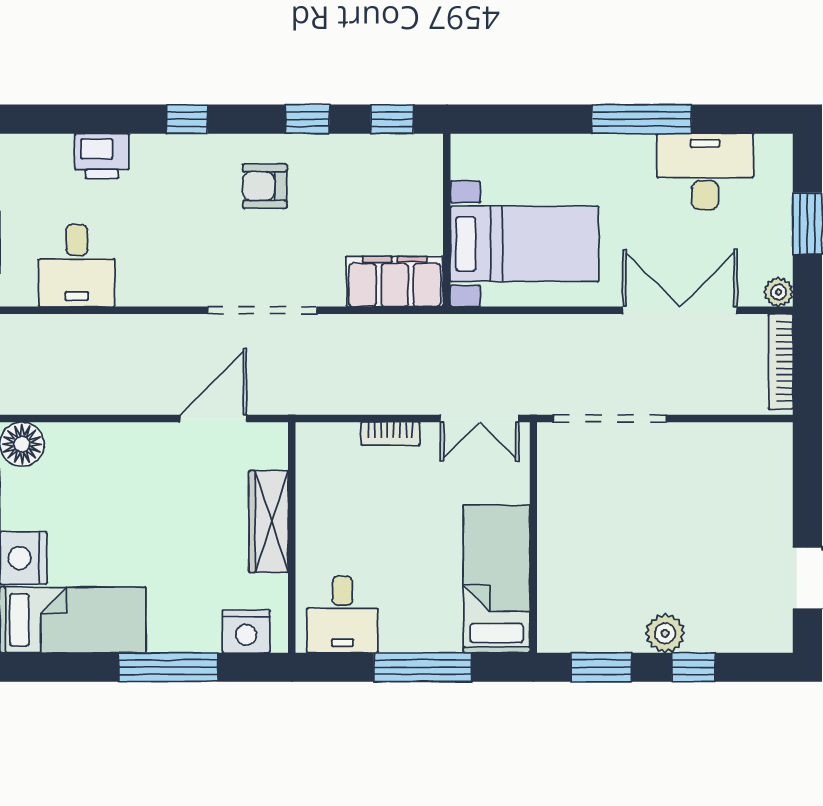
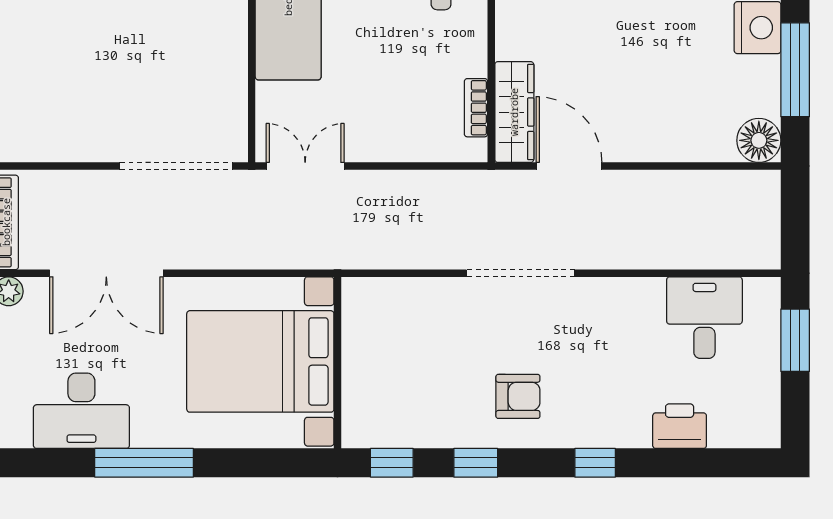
bed with nightstands: (525, 244) -> (260, 361), width x1.36
filing cabinet: (395, 281) -> (389, 302), removed
door: (213, 418) -> (569, 166), swing flipped
bookcase: (390, 434) -> (476, 108), moved, turned -90
wardrobe: (269, 522) -> (514, 112), moved

